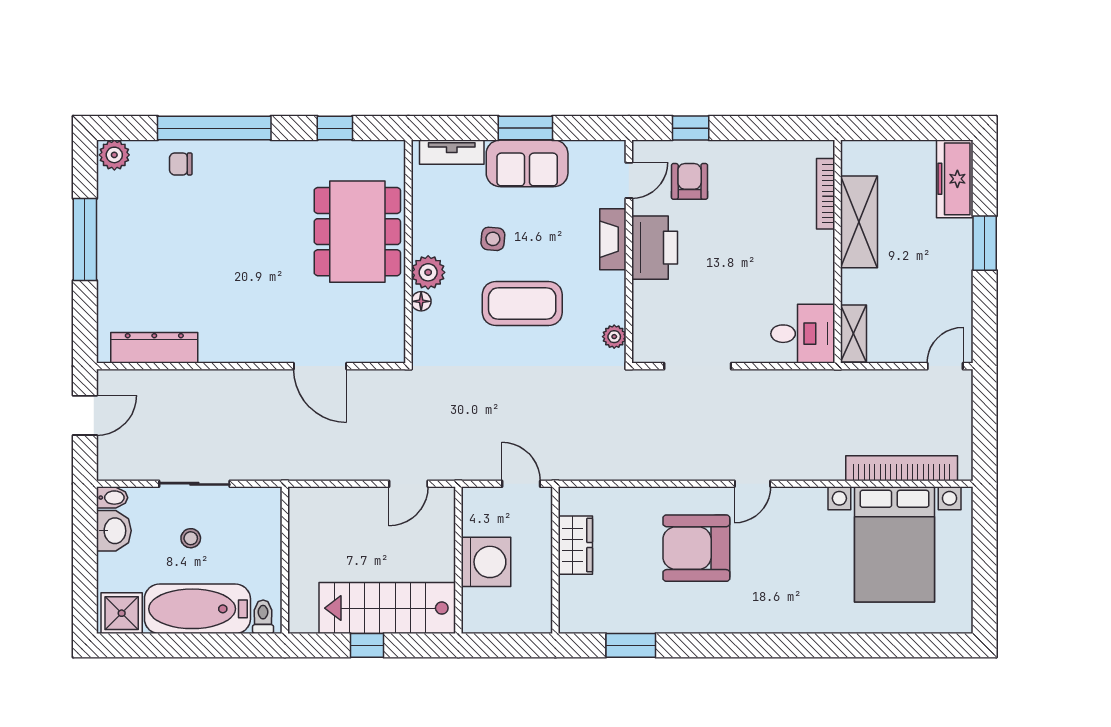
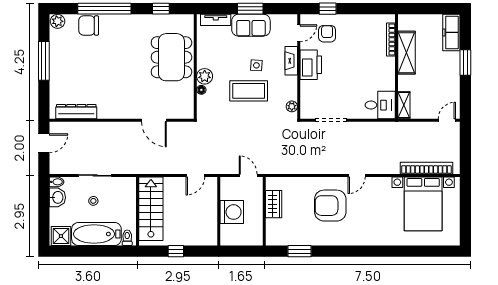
chair: (181, 164) -> (89, 25), width x1.87, depth x1.87
side table: (493, 239) -> (256, 65), moved
stairs: (387, 608) -> (151, 209), moved, turned 90

